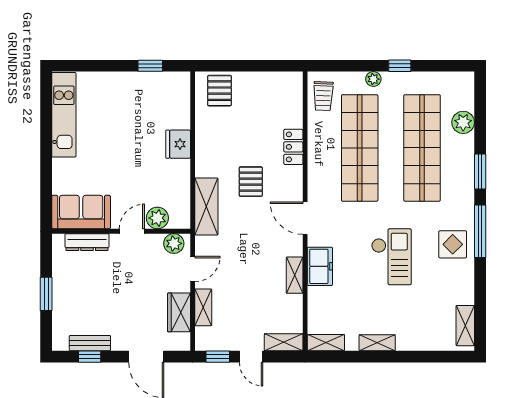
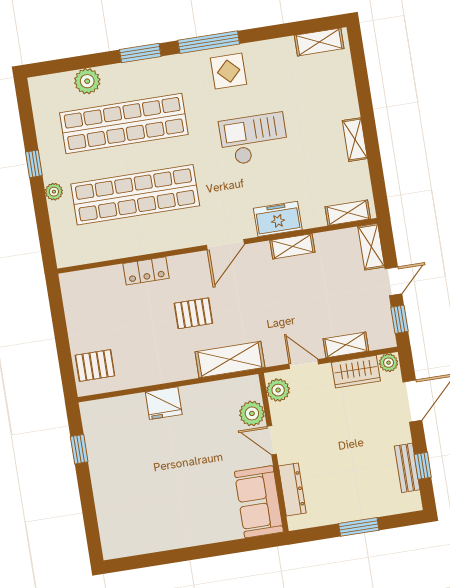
trolley: (323, 96) -> (82, 246), removed
kitchen unit: (64, 115) -> (151, 539), removed
plant: (182, 341) -> (389, 363), added
shelving: (326, 343) -> (348, 213), moved, turned 90

